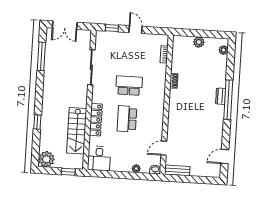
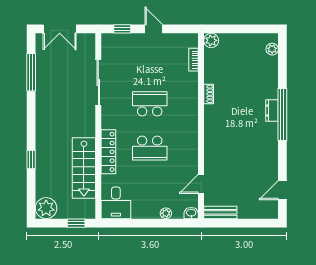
plant: (199, 42) -> (211, 40), moved
school desk: (127, 119) -> (150, 148), turned -90

